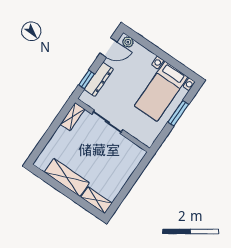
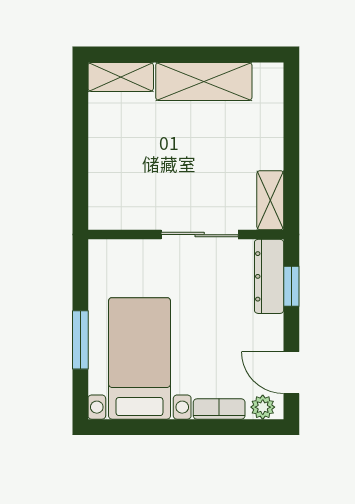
door: (108, 48) -> (291, 373), hinge flipped
bookcase: (144, 52) -> (219, 409), added
dresser: (99, 79) -> (269, 276), moved

